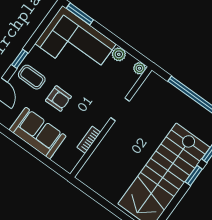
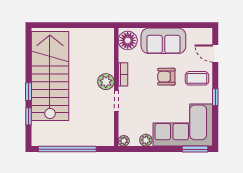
window: (20, 59) -> (215, 97), moved
plant: (117, 134) -> (106, 82), added
bookcase: (89, 140) -> (123, 74), moved
floor lamp: (70, 157) -> (128, 40), added

